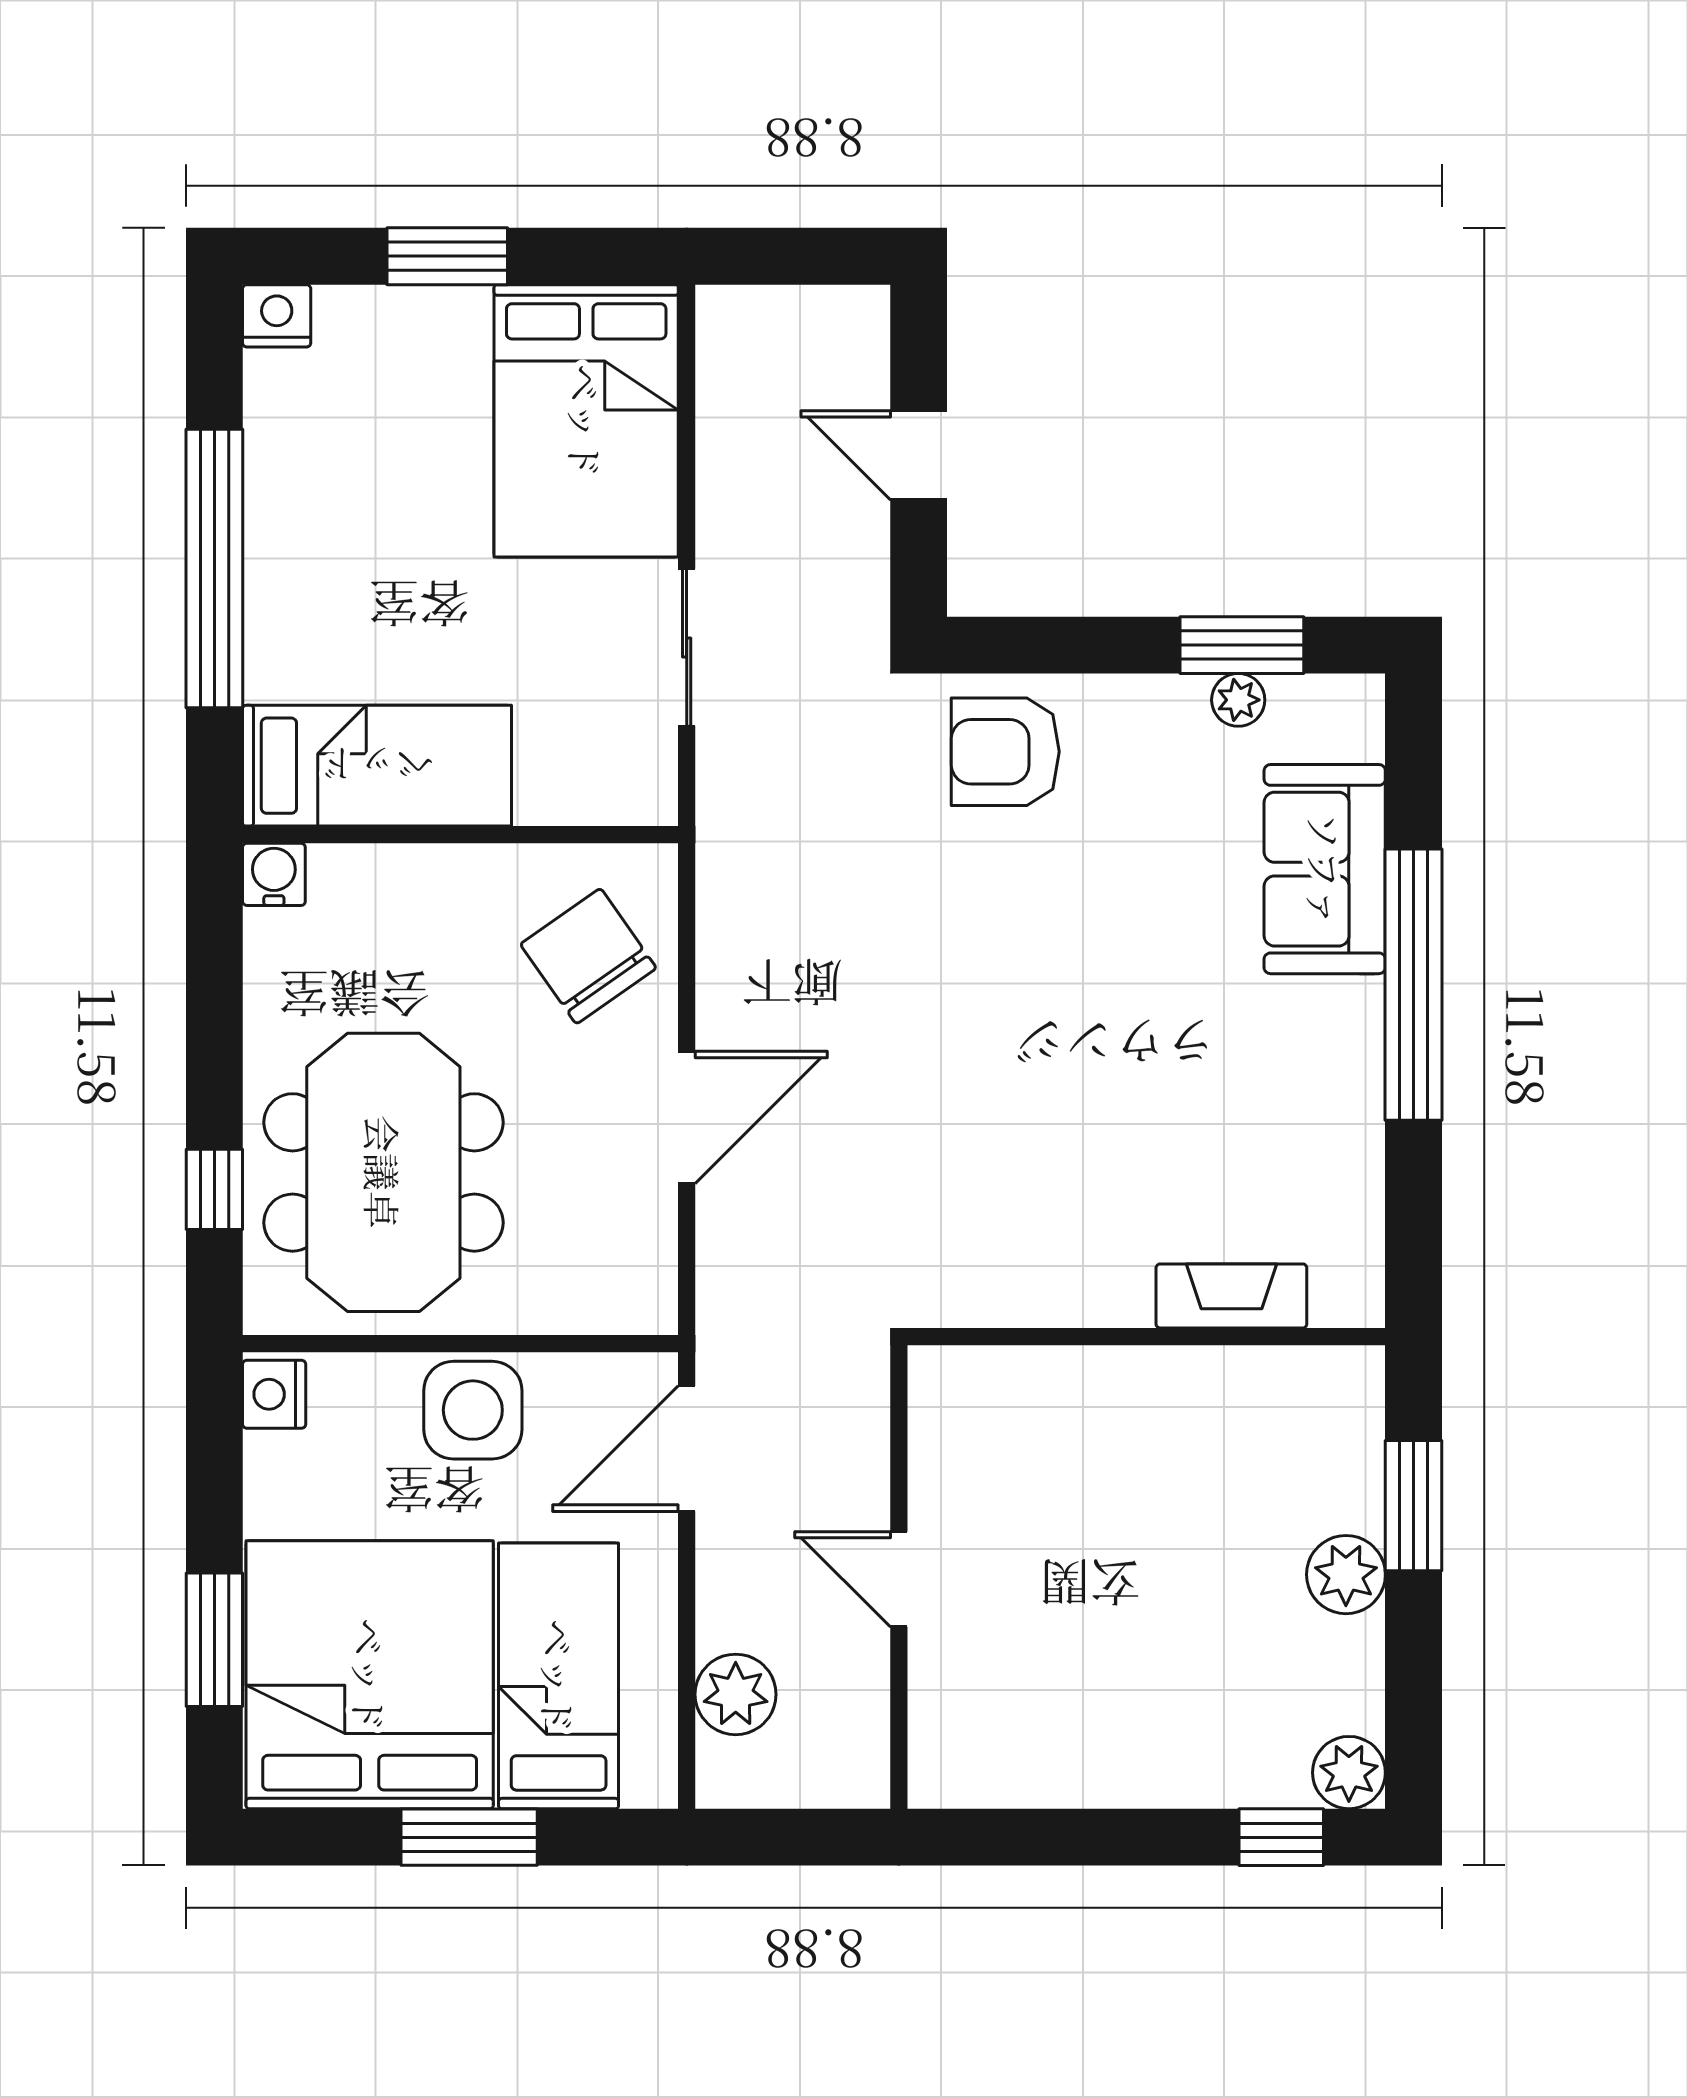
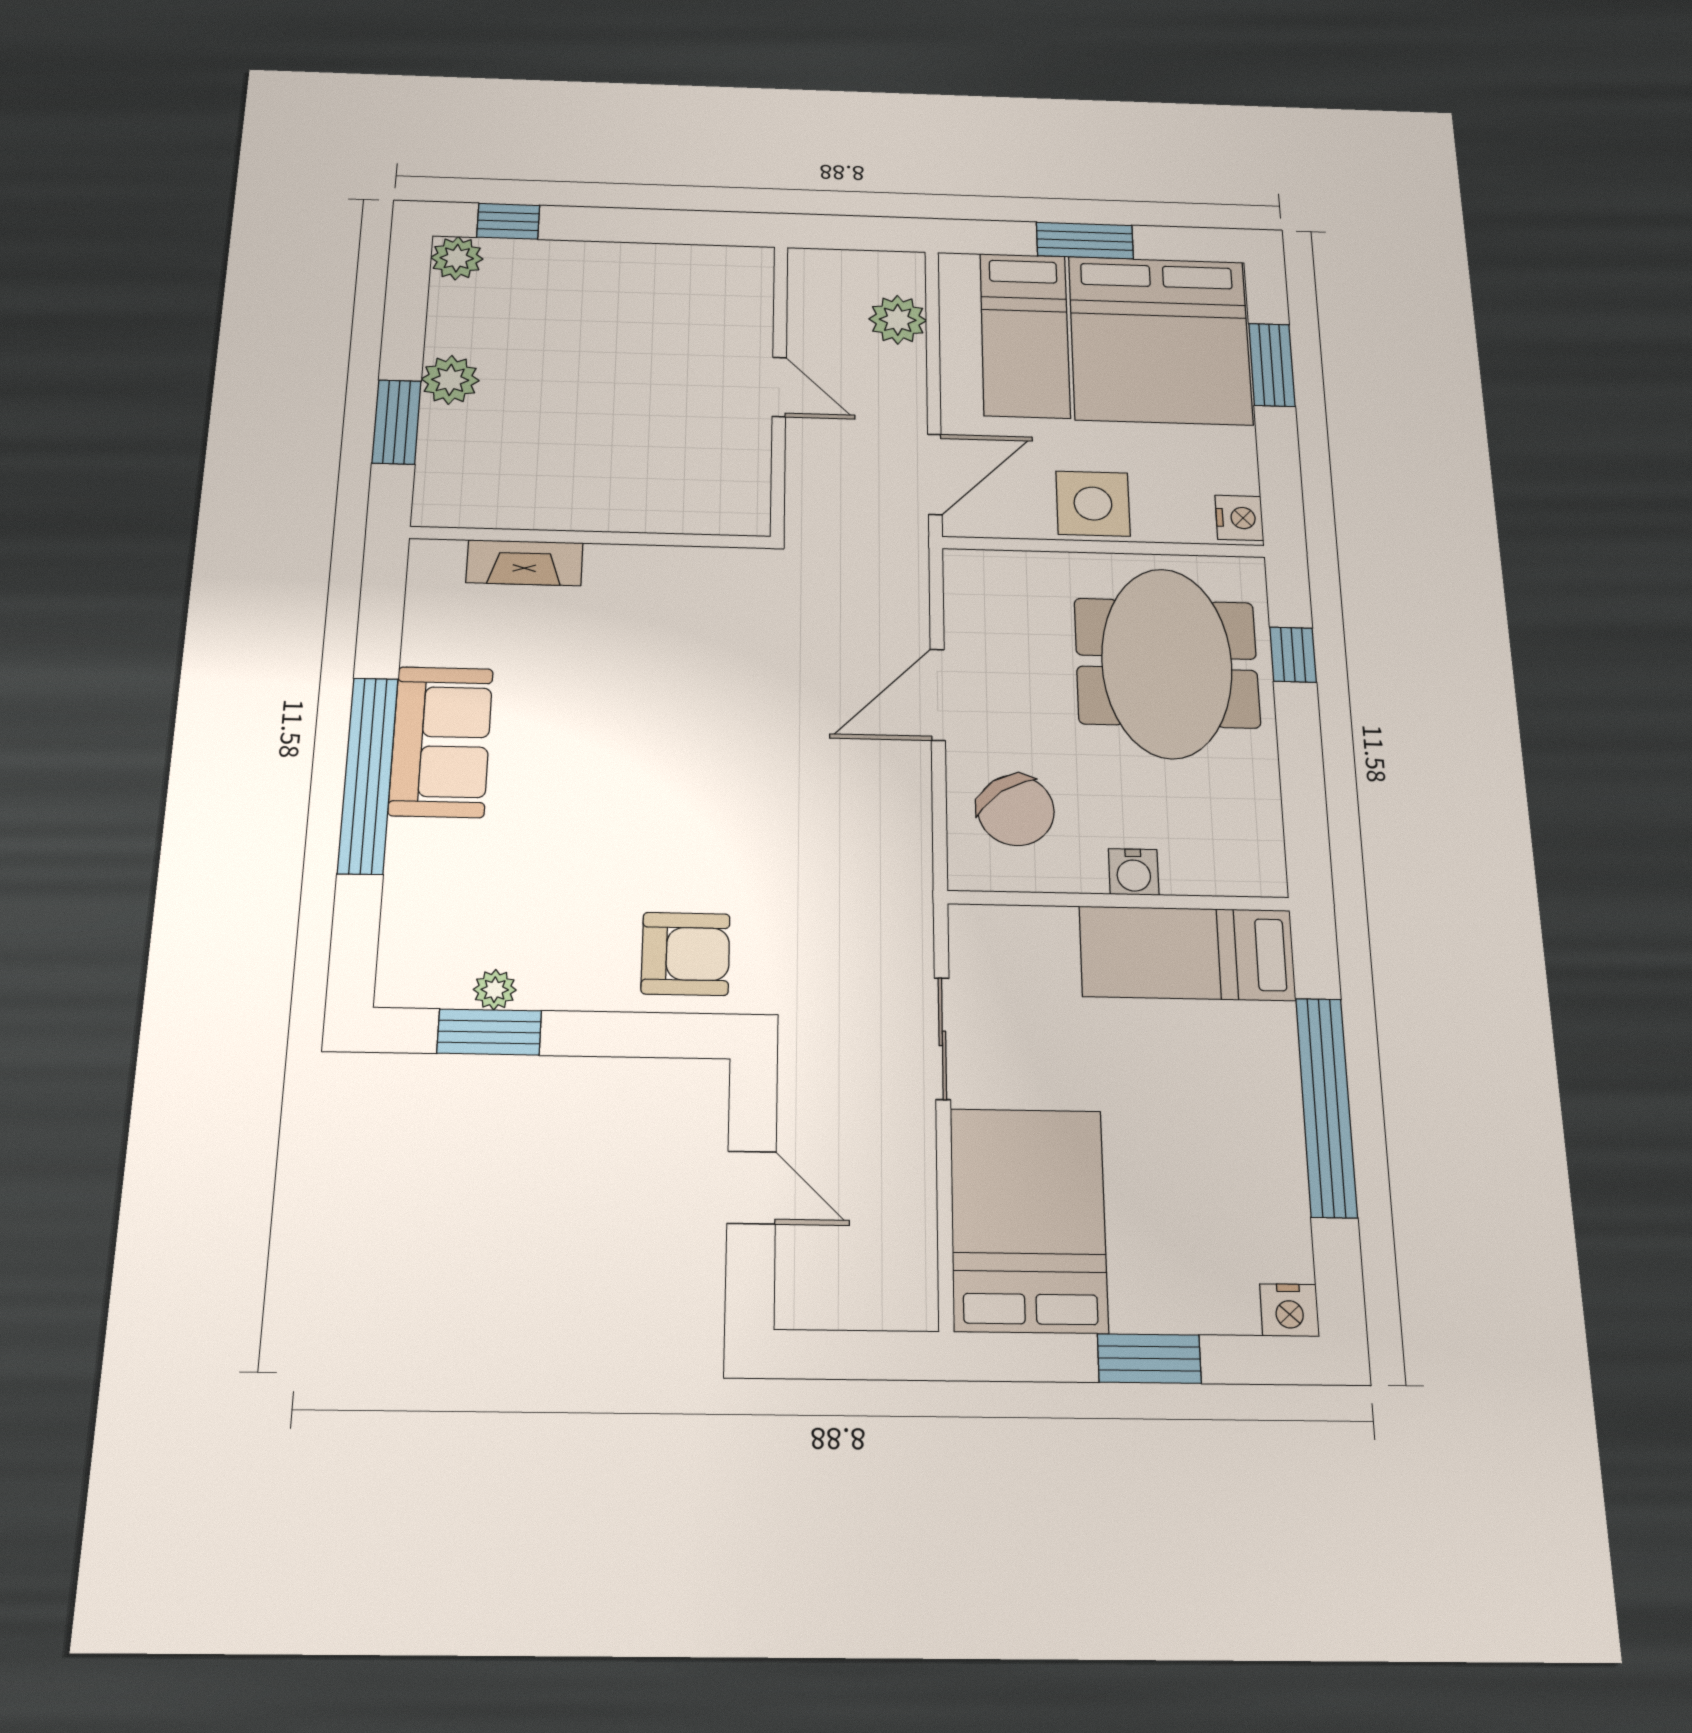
sofa: (1325, 869) -> (441, 742), moved
water cooler: (274, 874) -> (1134, 872), moved

